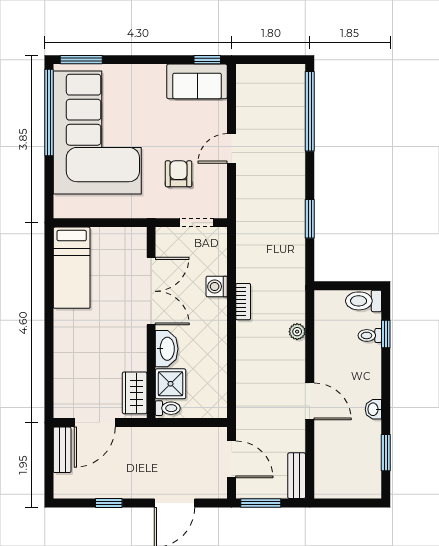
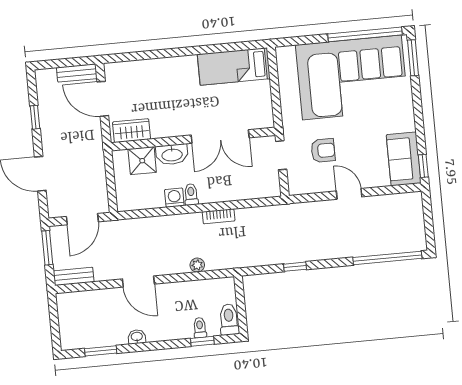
window: (310, 219) -> (295, 267), width x0.67
doorway: (197, 223) -> (281, 155), moved
washing machine: (217, 287) -> (174, 198), moved
door: (310, 401) -> (138, 282), hinge flipped
toilet: (168, 408) -> (191, 194), moved, turned 180

